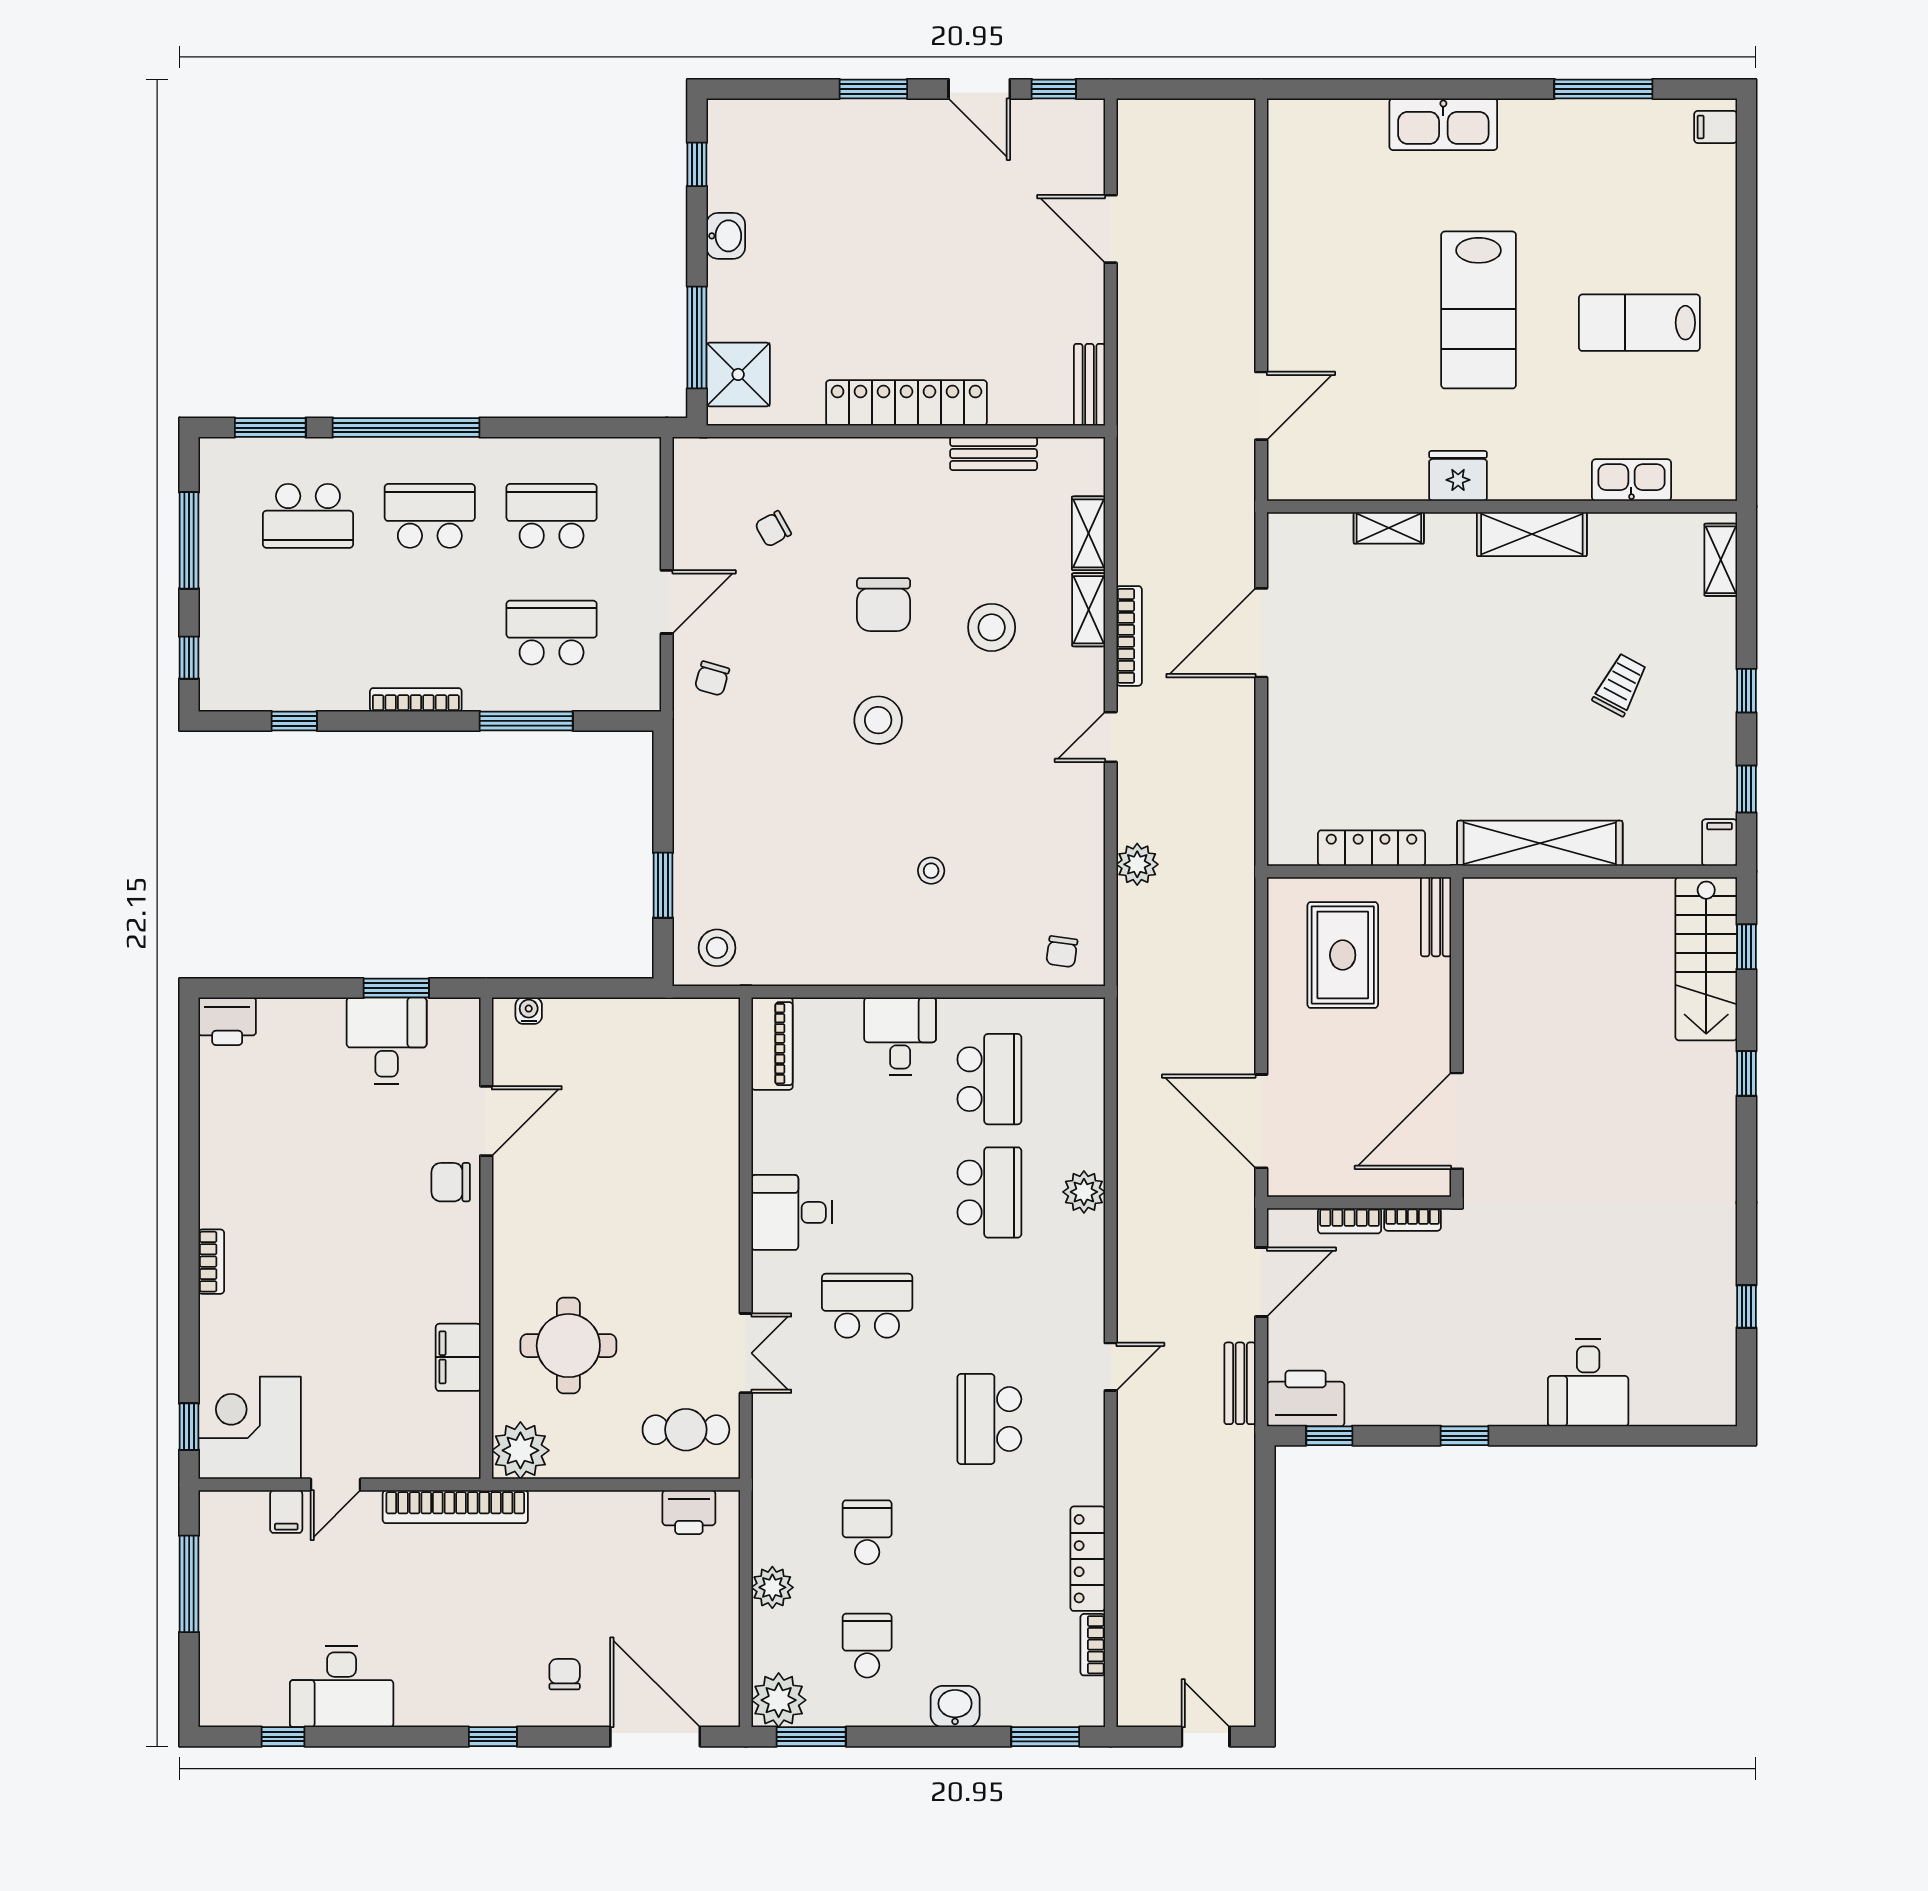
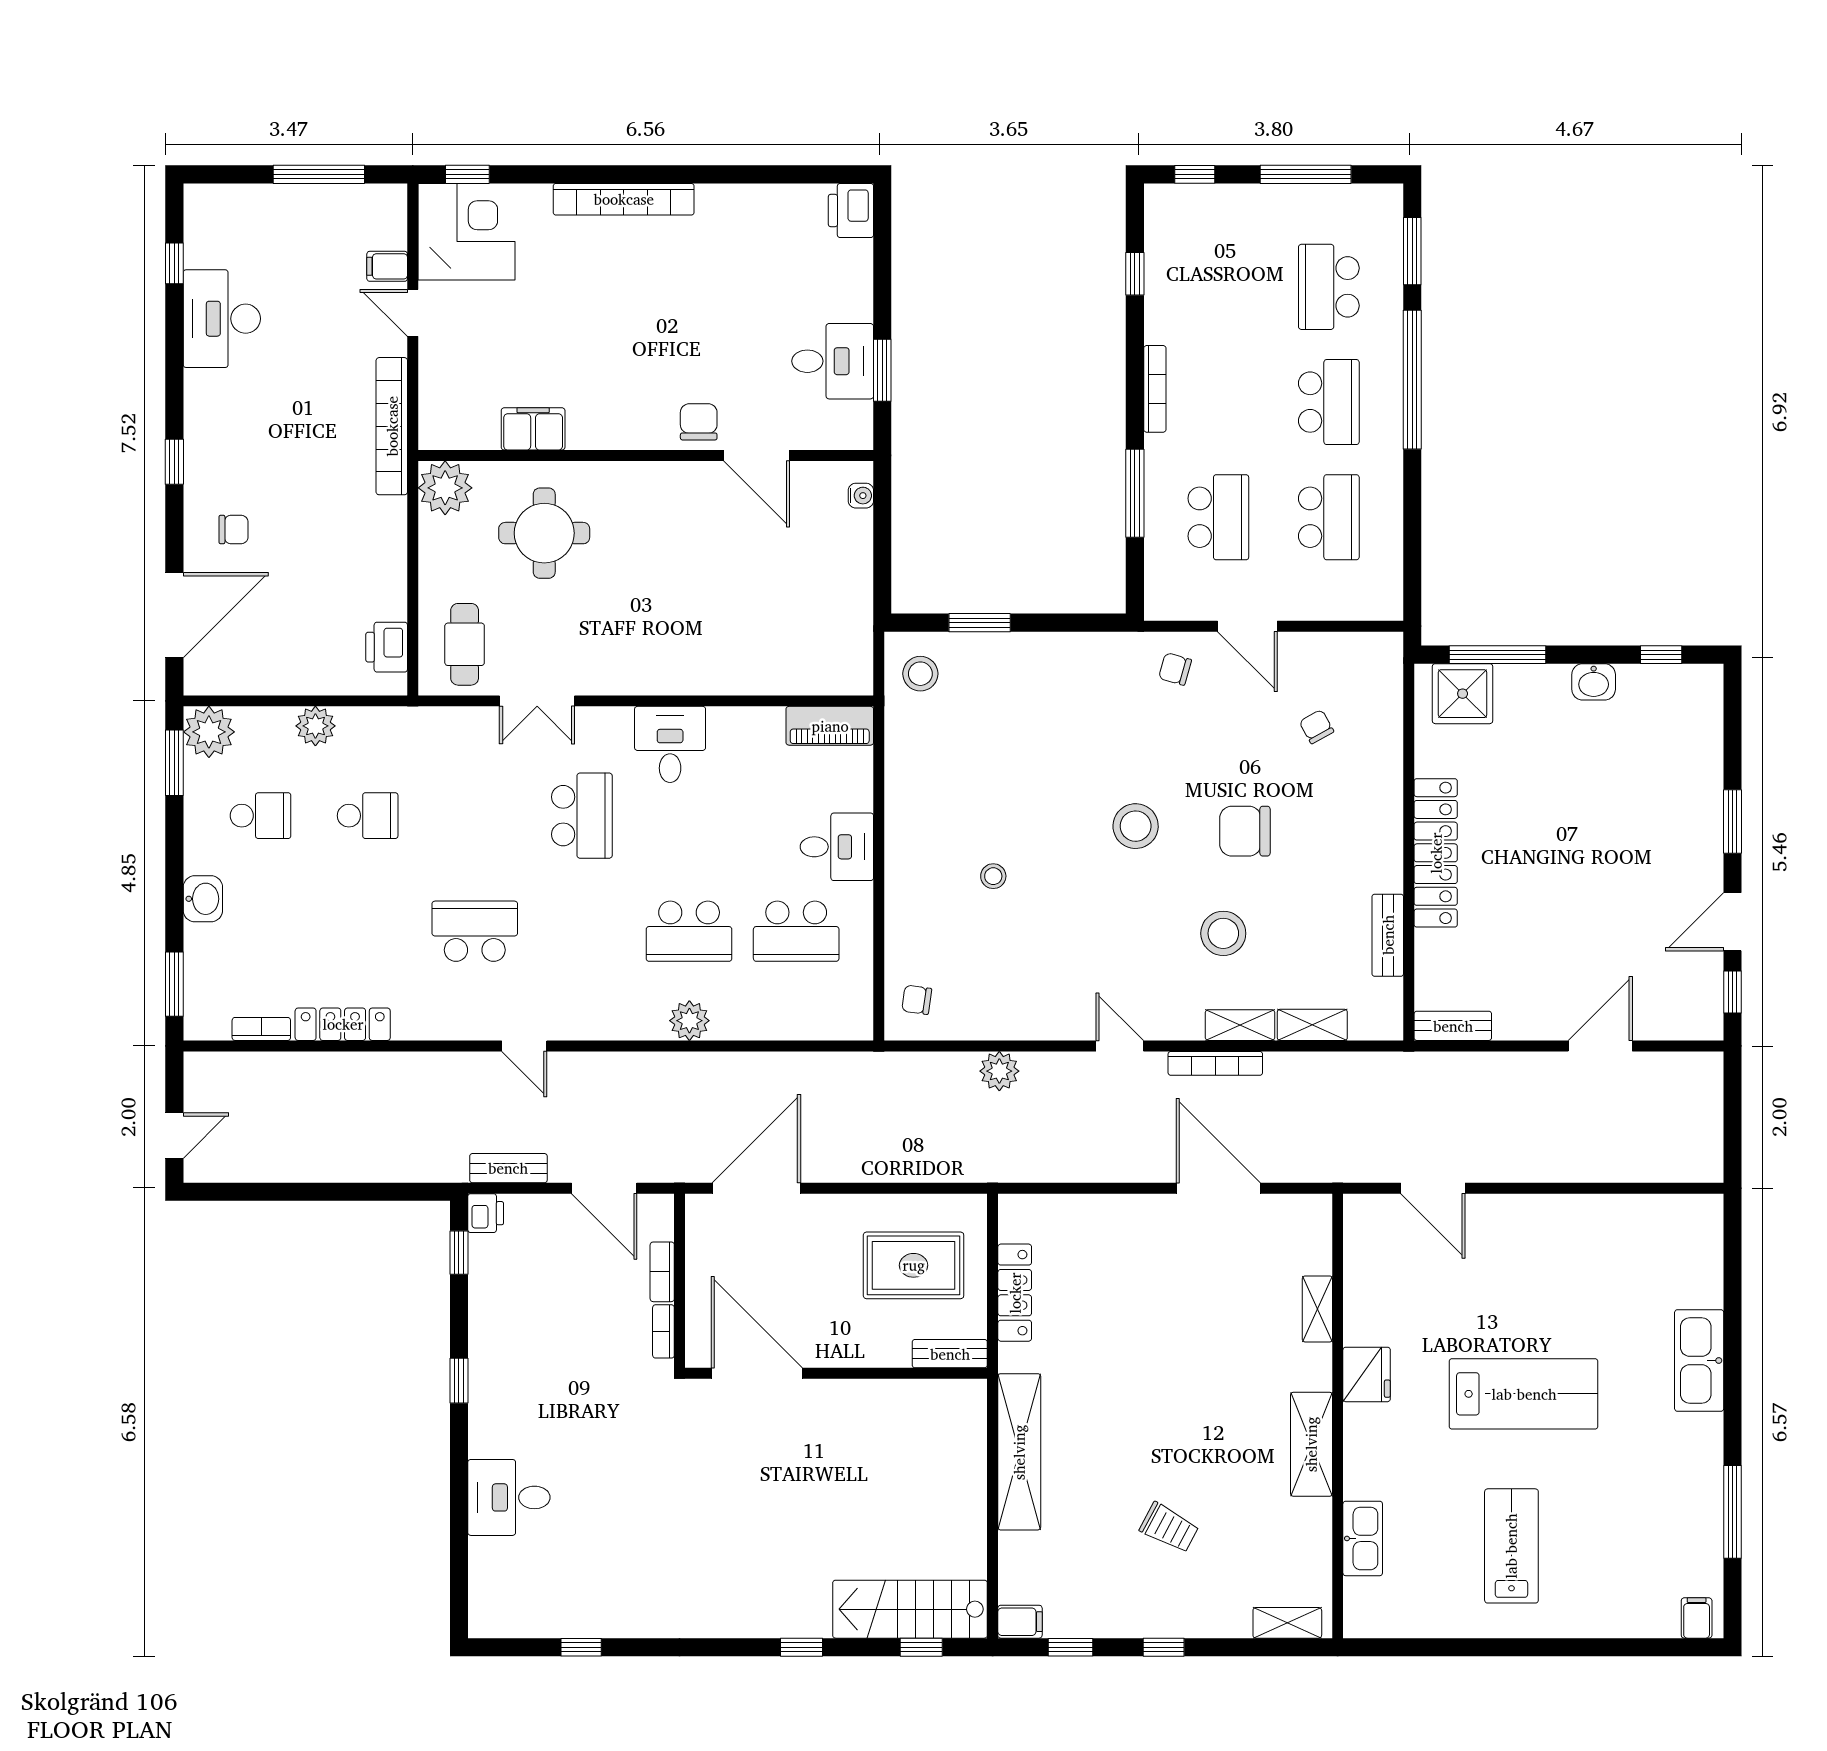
lab bench: (1479, 310) -> (1524, 1394), turned 180
bookcase: (211, 1262) -> (624, 199), width x2.31, depth x1.31
printer: (1306, 1398) -> (486, 1213), width x0.53, depth x0.68

